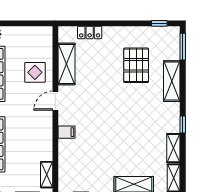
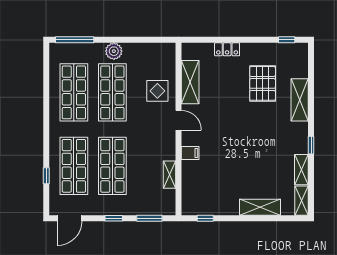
locker: (90, 32) -> (227, 49), moved
window: (183, 47) -> (311, 64), removed
door: (55, 101) -> (179, 120), swing flipped
shelving: (47, 175) -> (170, 175), moved

